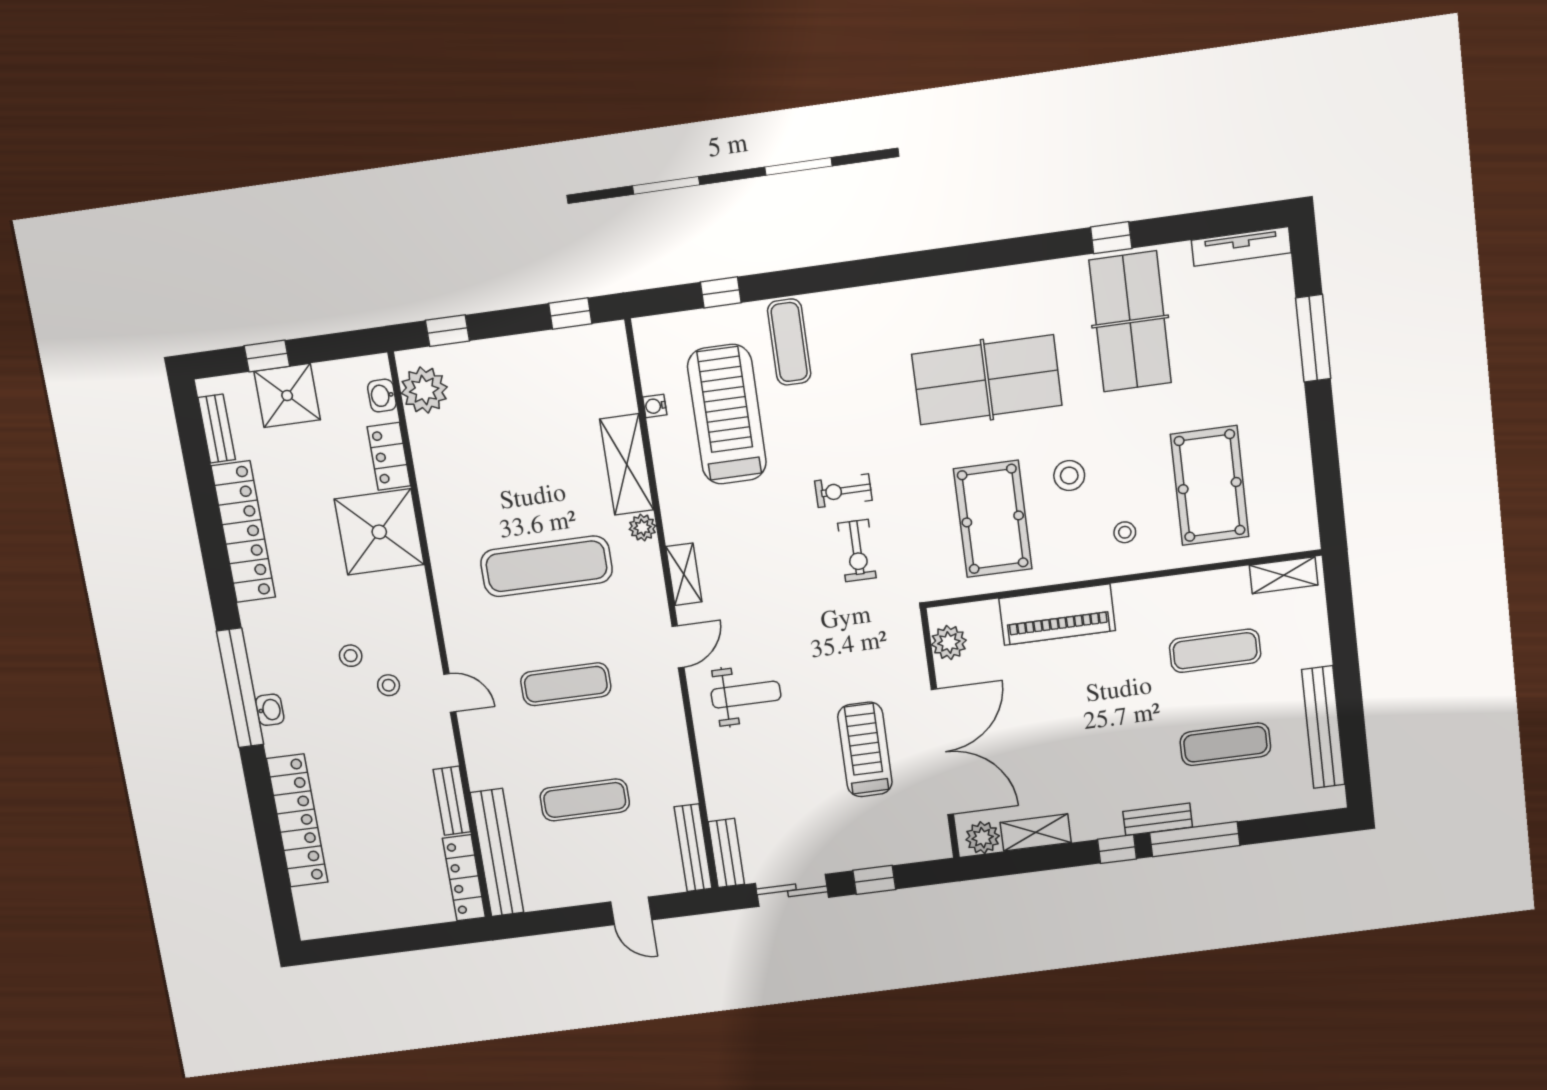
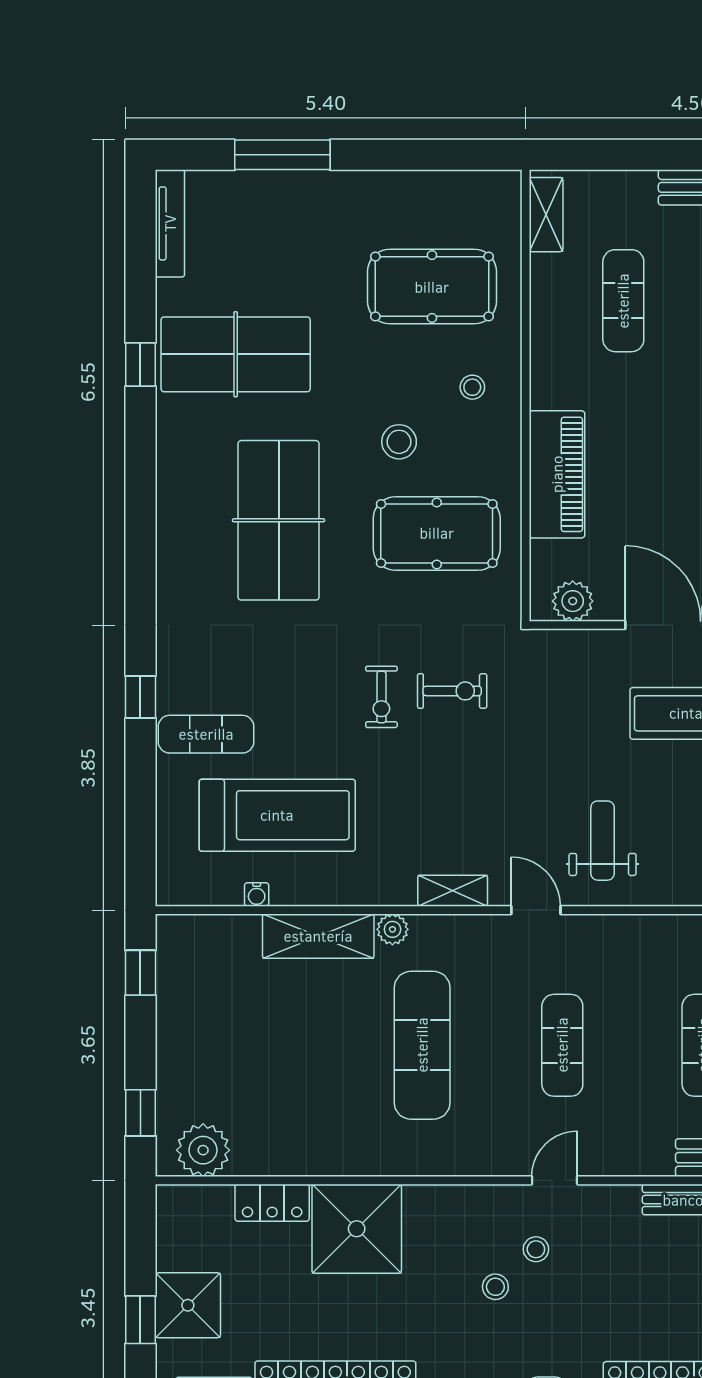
window: (721, 292) -> (140, 697), moved
washbasin: (382, 396) -> (203, 1199), removed
treadmill: (727, 414) -> (277, 815), turned 180

